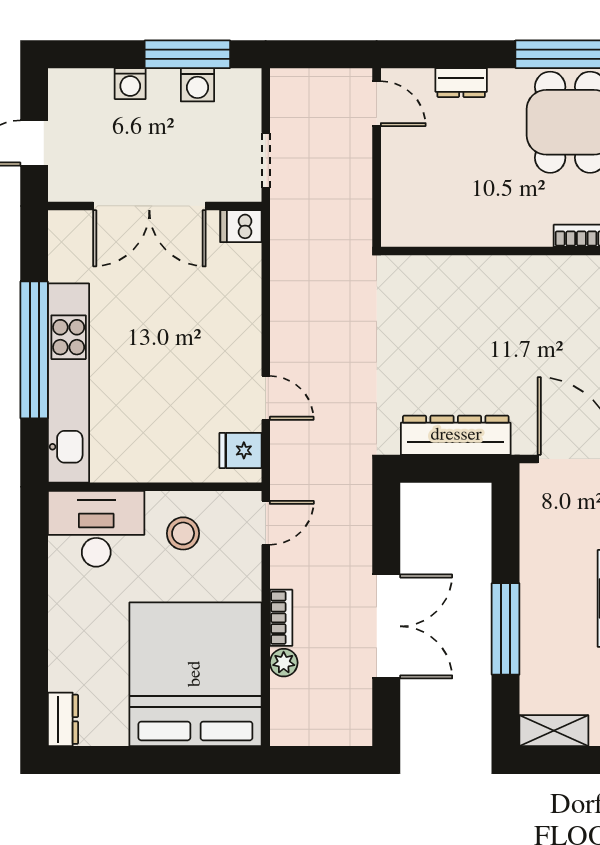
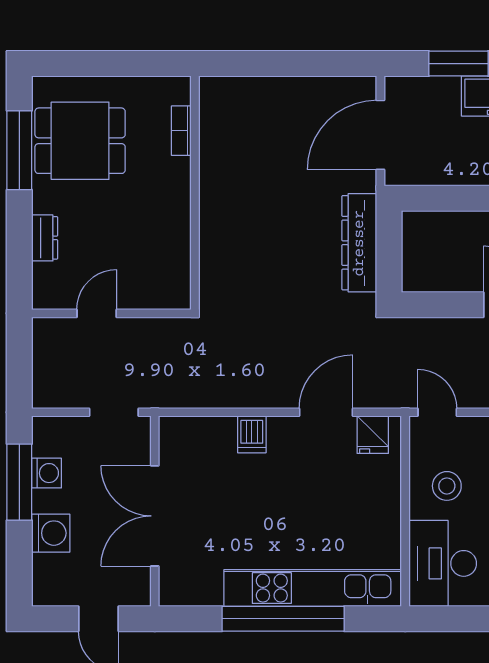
washing machine: (130, 84) -> (51, 533), width x1.38, depth x1.38
door: (377, 104) -> (97, 313), moved
double door: (149, 206) -> (155, 516), swing flipped
dishwasher: (241, 226) -> (252, 434), moved
door: (266, 398) -> (326, 412), width x1.38

